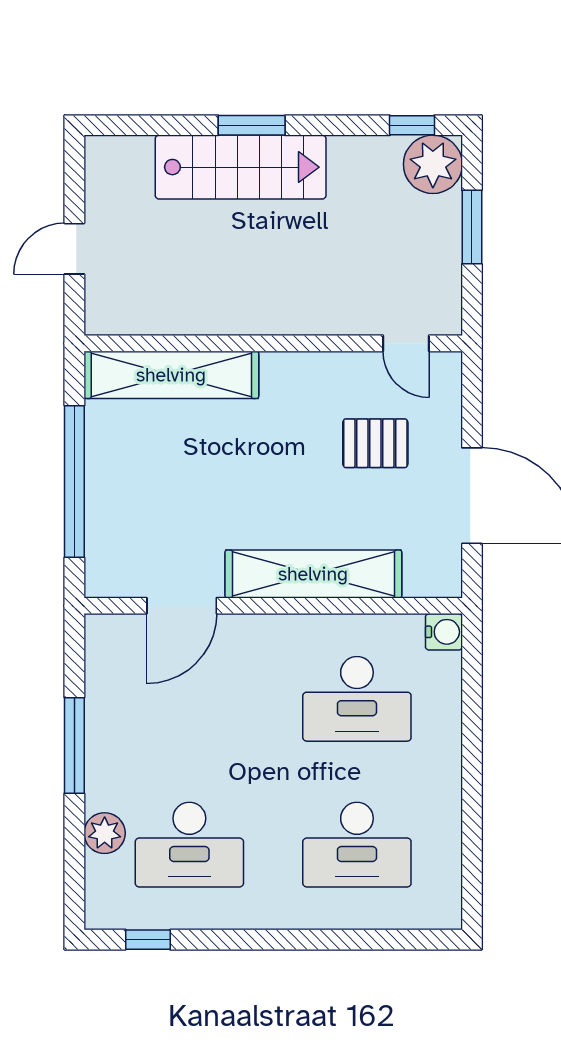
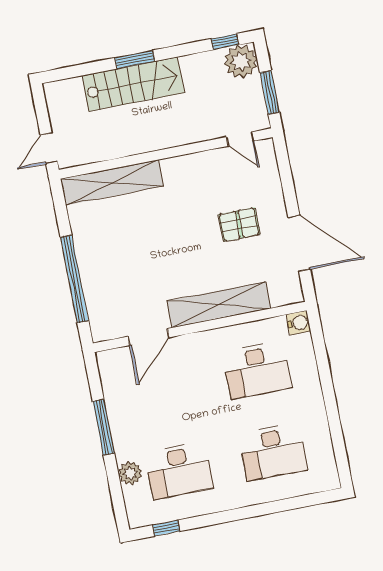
wall: (273, 343) -> (166, 154), moved
door: (406, 343) -> (240, 139), moved
shelving: (171, 375) -> (112, 182), moved

